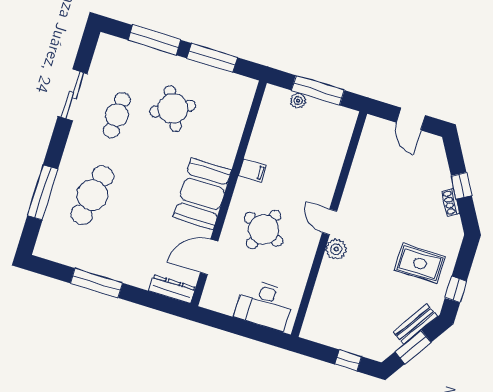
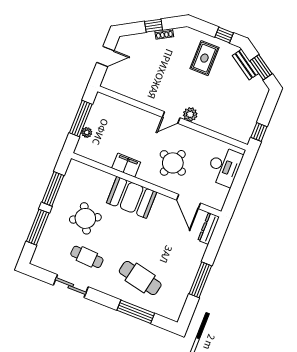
filing cabinet: (252, 170) -> (126, 165), width x2.00
booth: (202, 194) -> (132, 197), moved
window: (348, 361) -> (259, 132), moved

